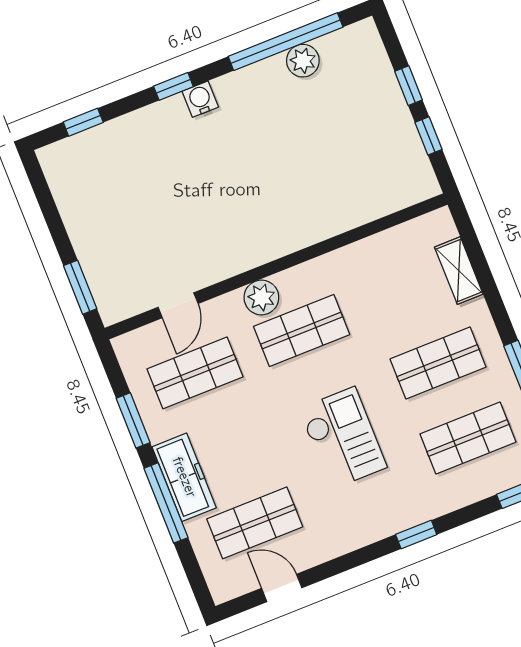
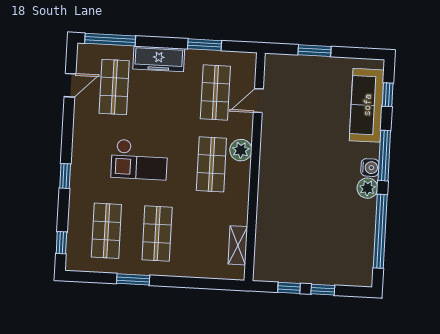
plant: (303, 61) -> (367, 188), moved
window: (173, 86) -> (384, 156), width x2.17
sofa: (112, 145) -> (367, 105), added
shelving: (459, 271) -> (238, 245), moved, turned 90
window: (80, 287) -> (314, 51), moved
door: (178, 305) -> (258, 101), hinge flipped
window: (166, 503) -> (110, 40), moved

